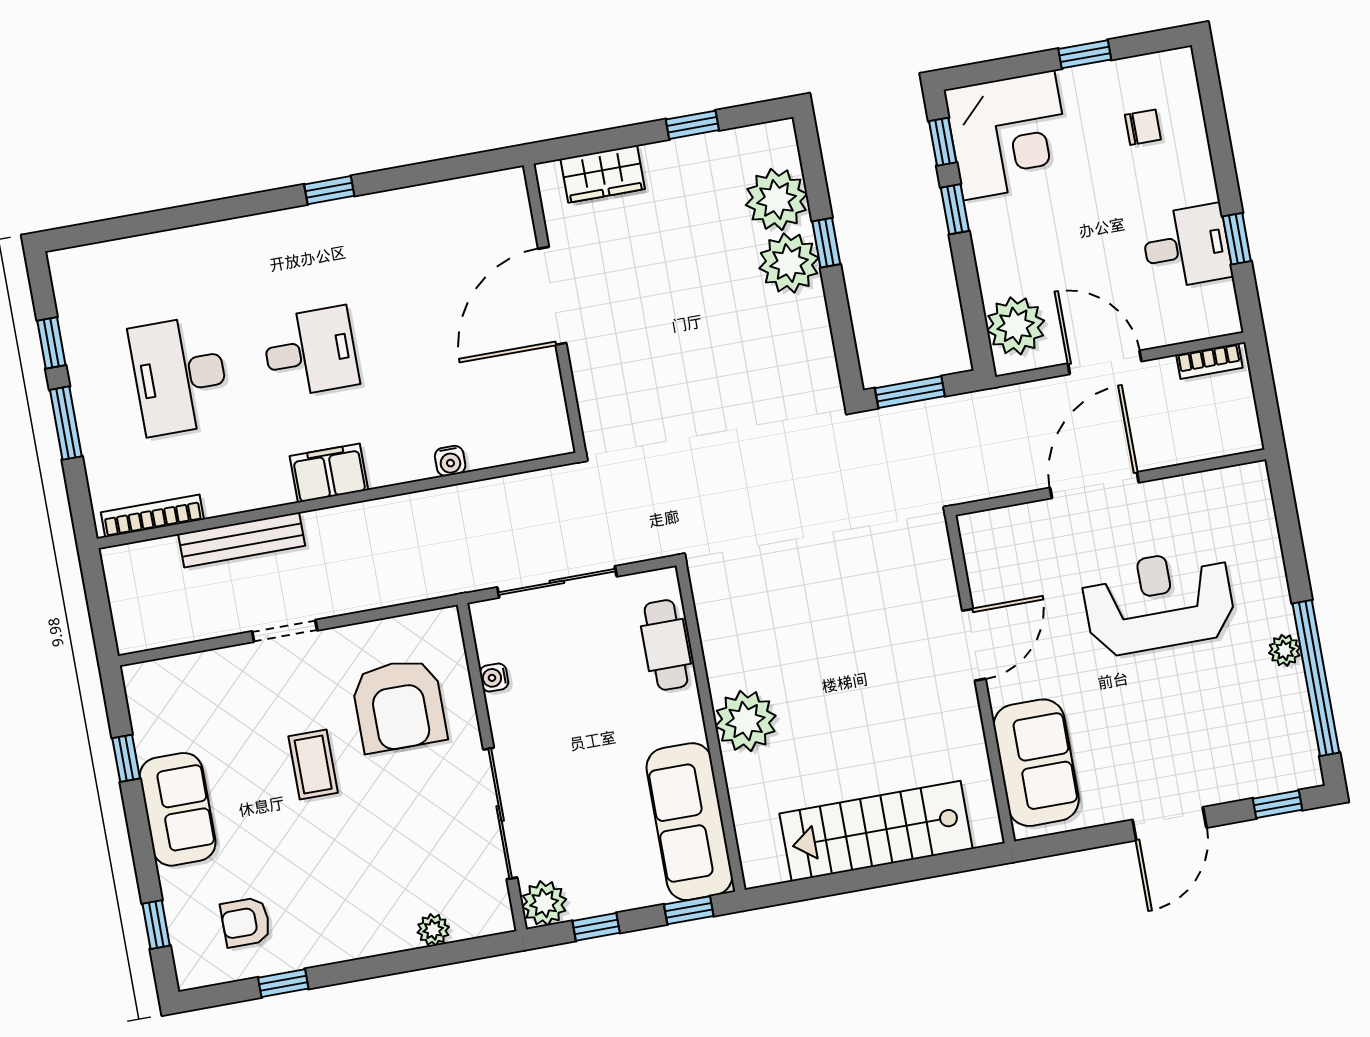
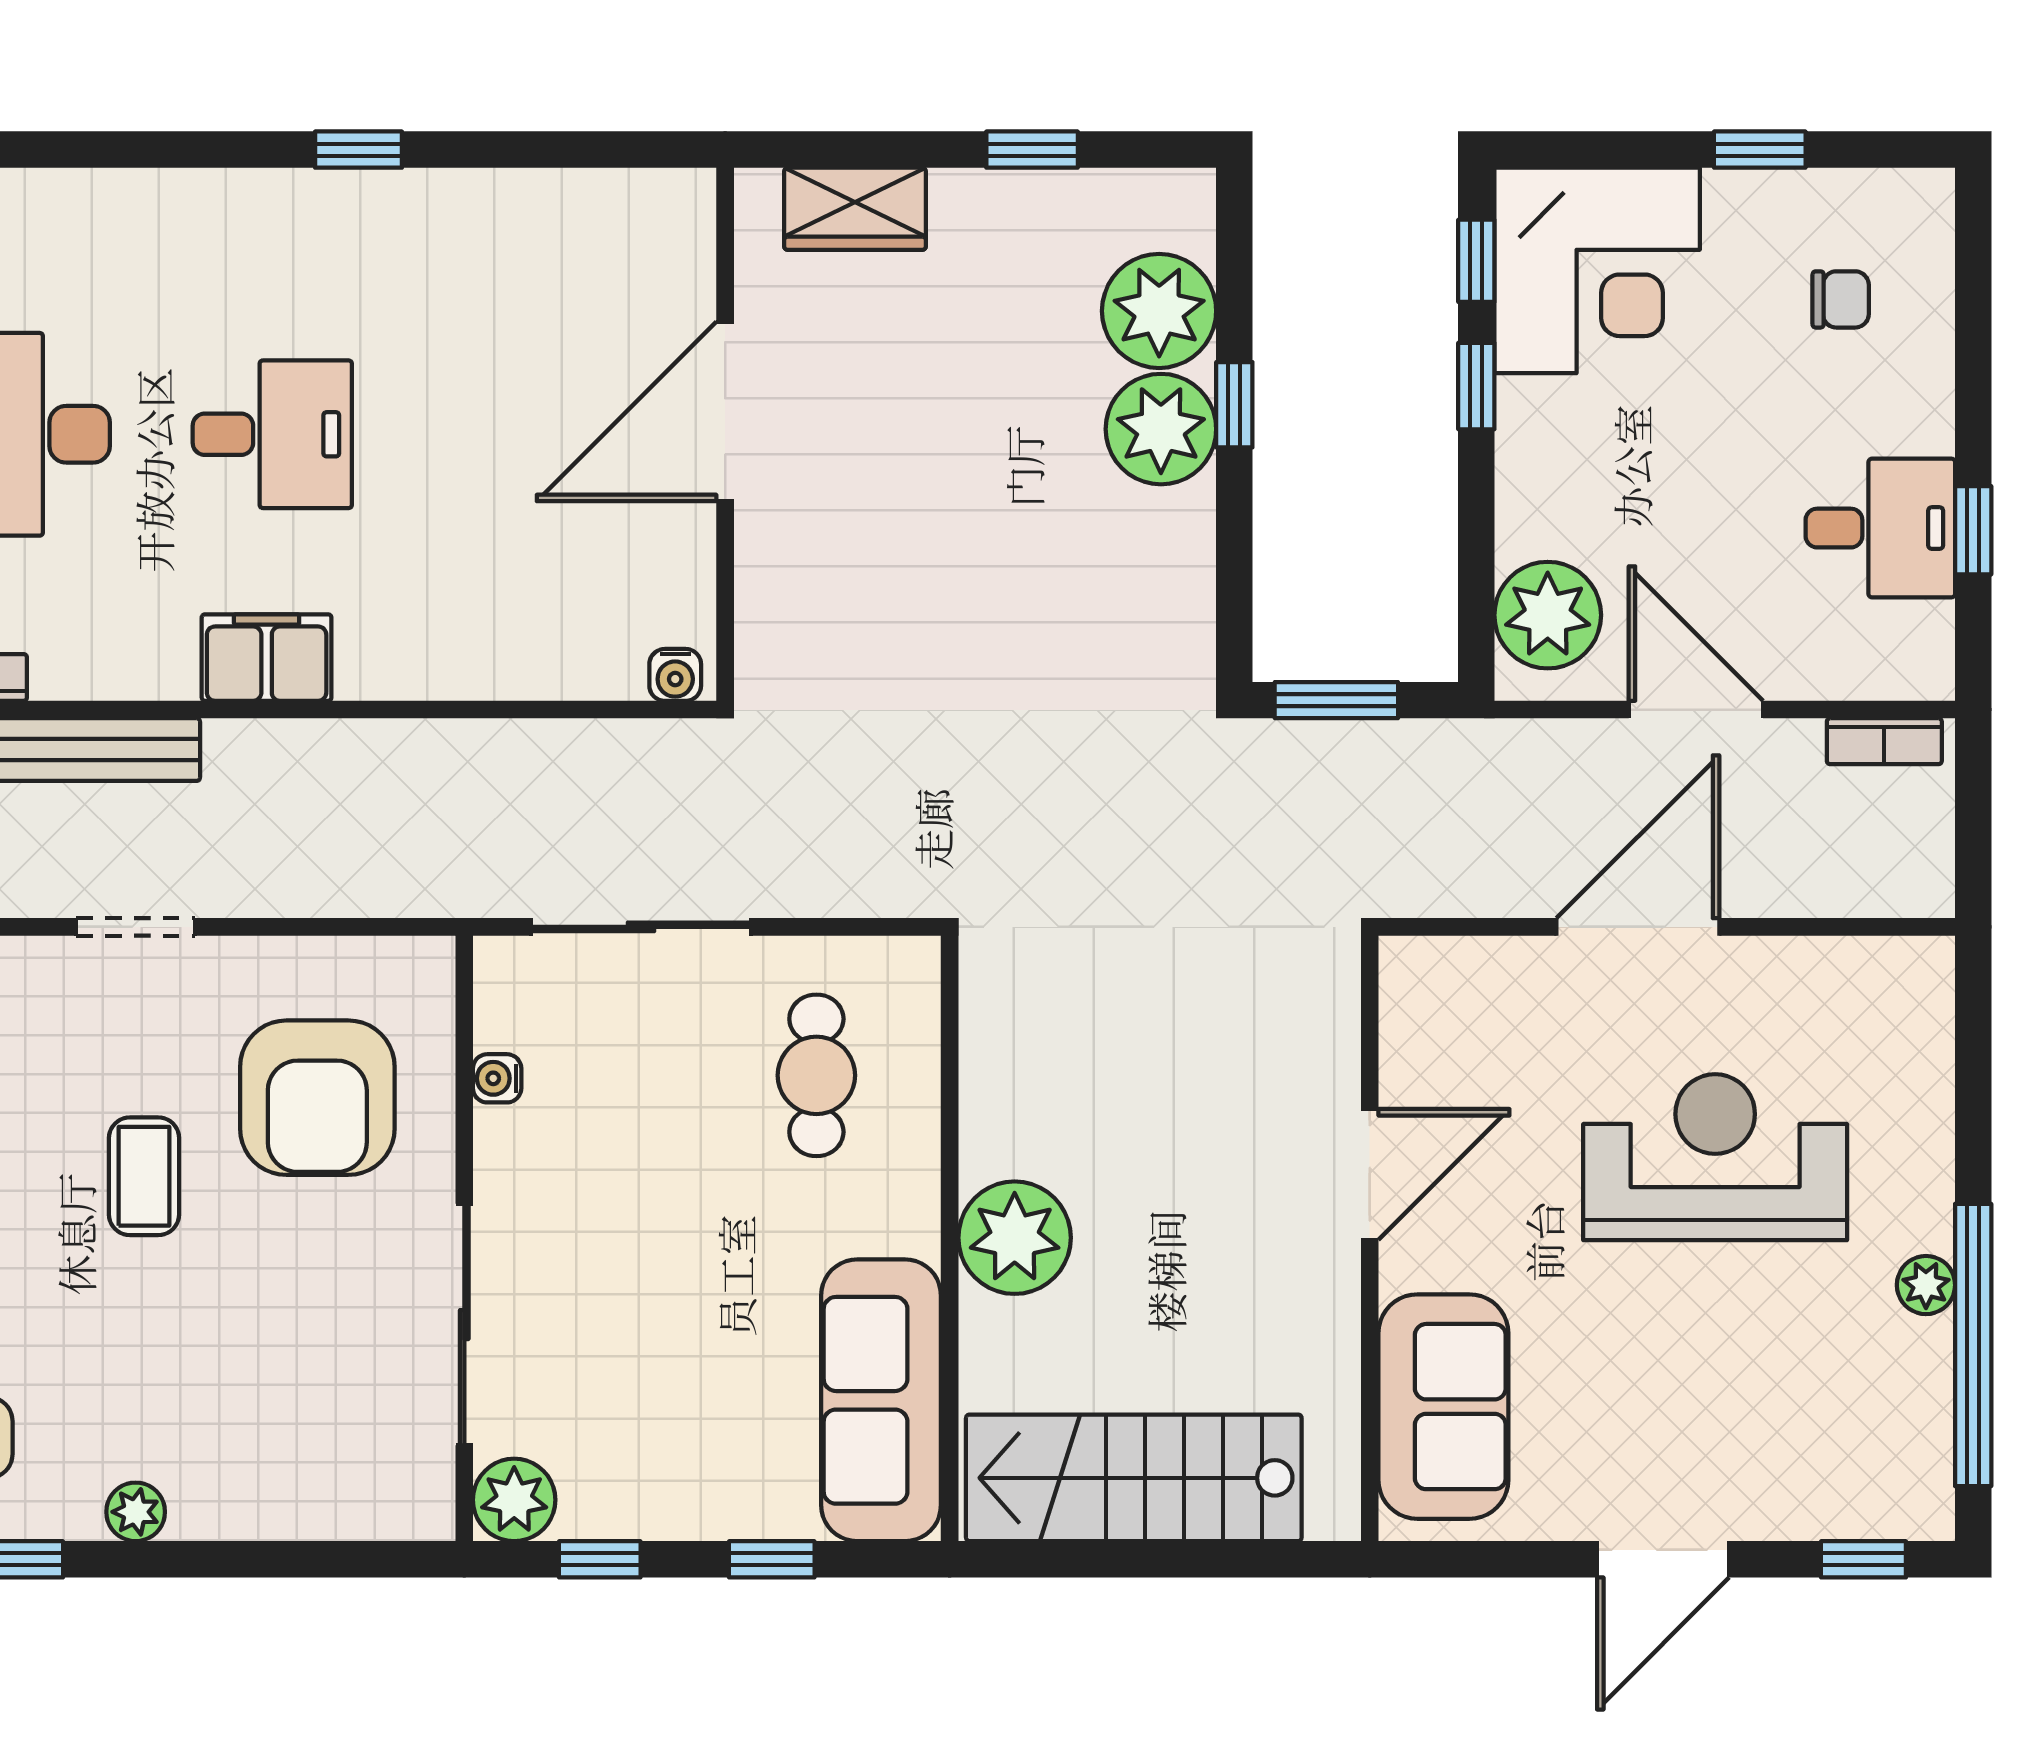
water cooler: (450, 461) -> (675, 675), moved
plant: (746, 721) -> (1015, 1238), moved
wall: (711, 728) -> (950, 1238), moved
sofa: (689, 822) -> (881, 1400), moved
plant: (433, 930) -> (136, 1512), moved

